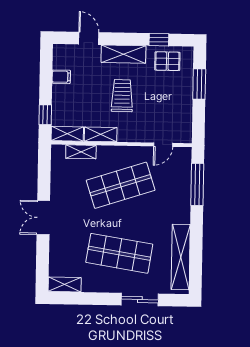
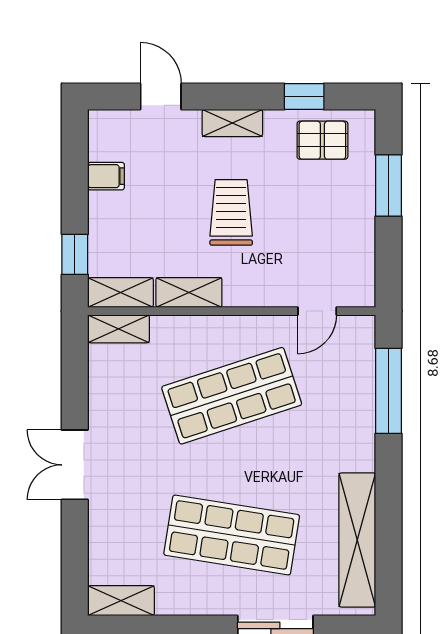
shelving: (123, 54) -> (232, 123), width x0.67, depth x0.75
shelving: (81, 152) -> (119, 329), moved

